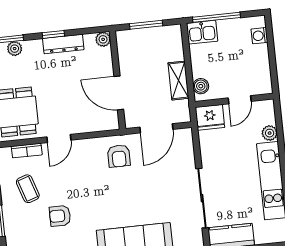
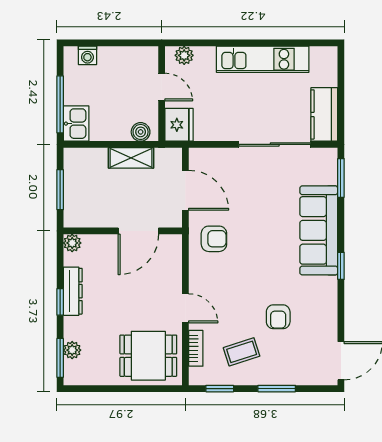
plant: (270, 133) -> (184, 55), moved

